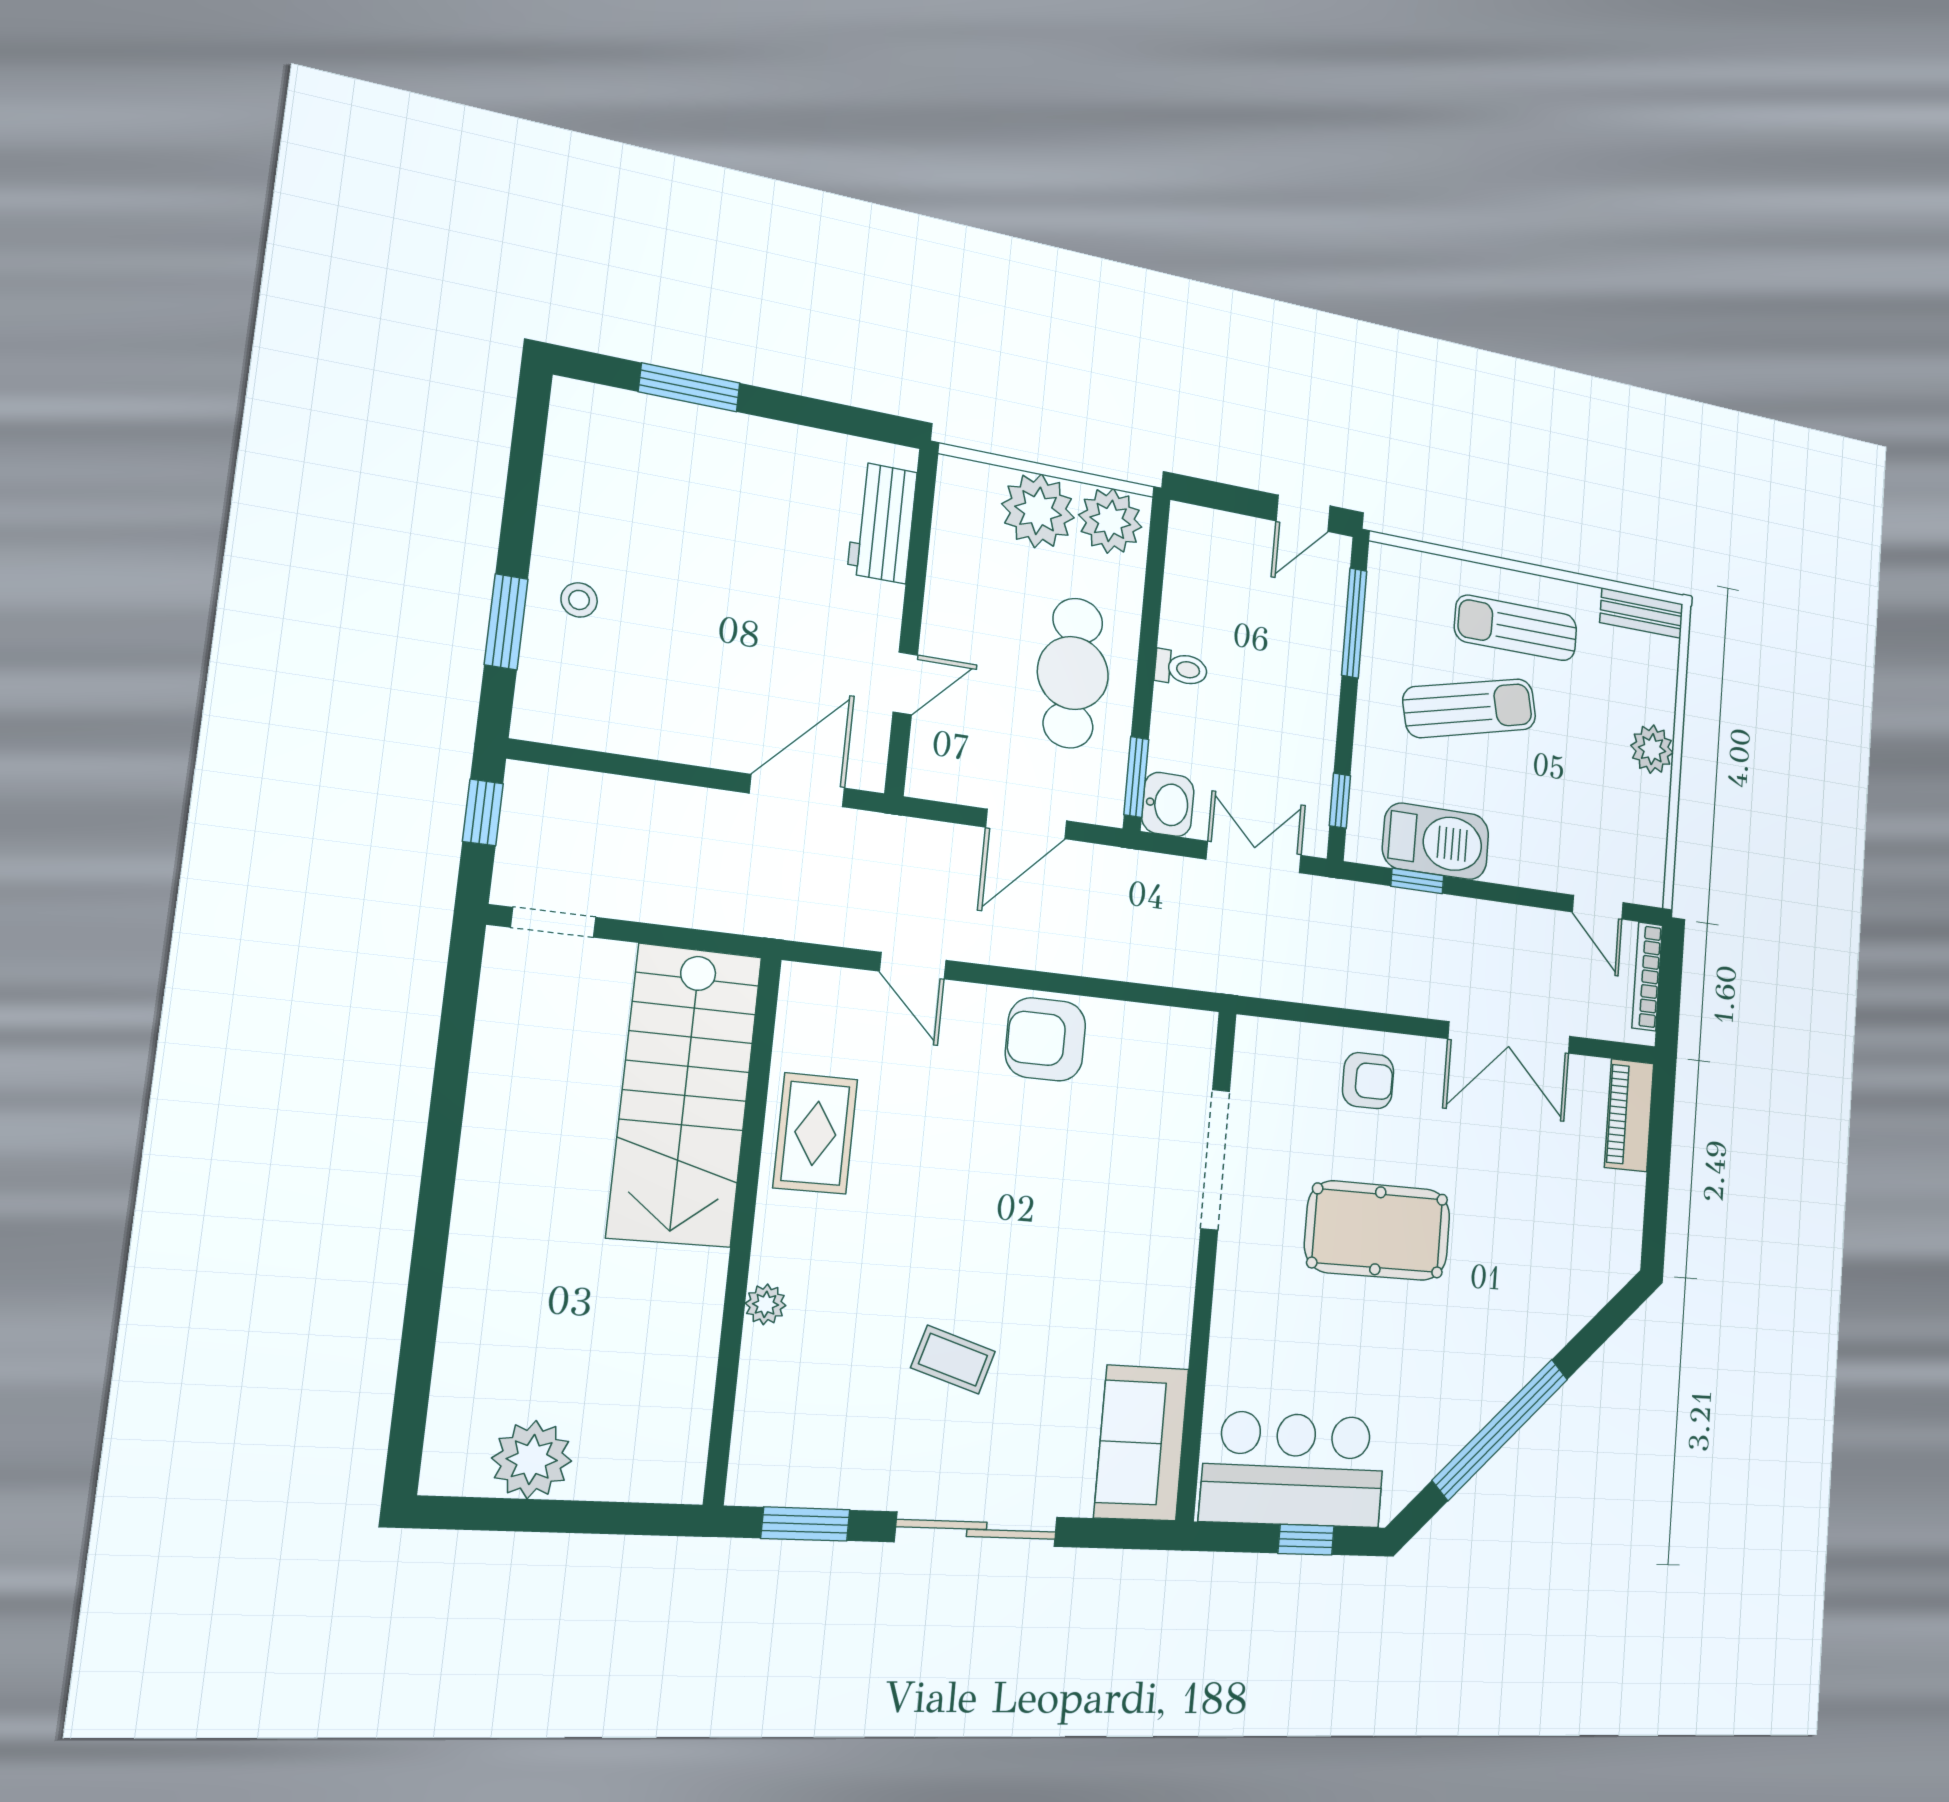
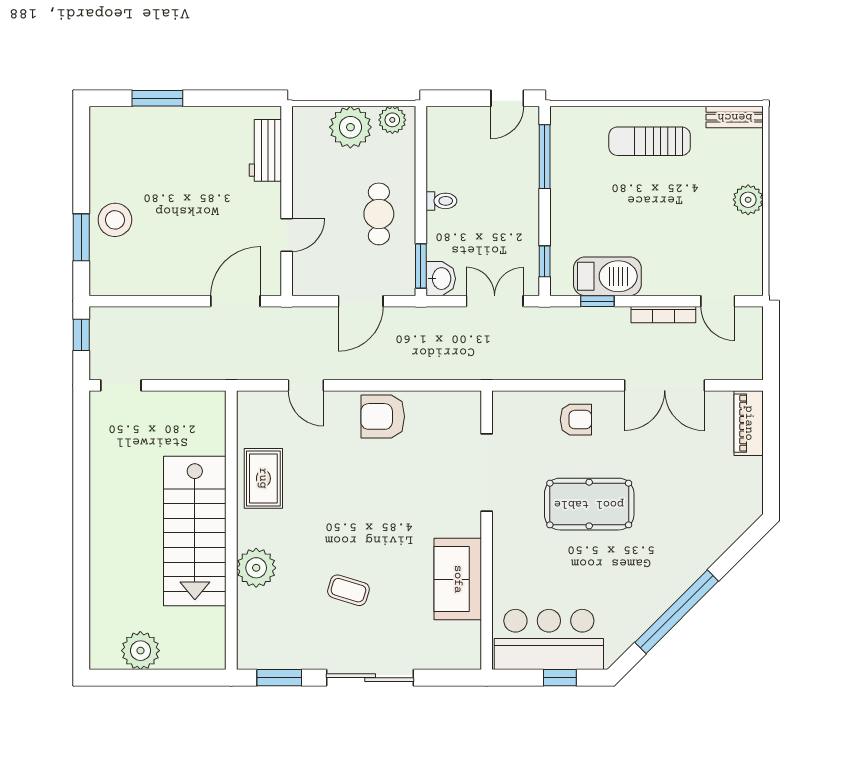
plant: (1110, 521) -> (392, 120), width x0.73, depth x0.73
stool: (579, 600) -> (115, 220), width x1.89, depth x1.89
cafe table: (1073, 673) -> (379, 214), width x0.73, depth x0.74
sun lounger: (1470, 708) -> (623, 194), removed
bookcase: (1647, 976) -> (663, 315), moved, turned -90
stairs: (685, 1096) -> (195, 531), moved
plant: (766, 1304) -> (256, 568), width x1.87, depth x1.87
sofa: (1141, 1443) -> (458, 579), moved

